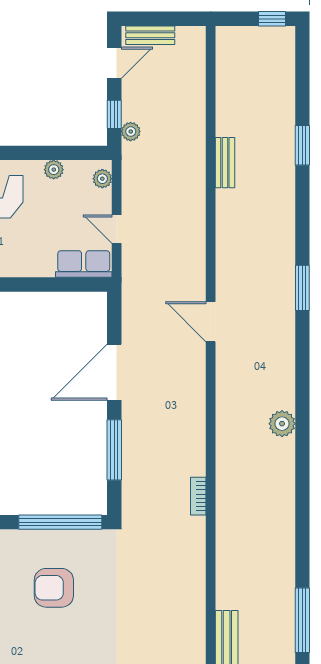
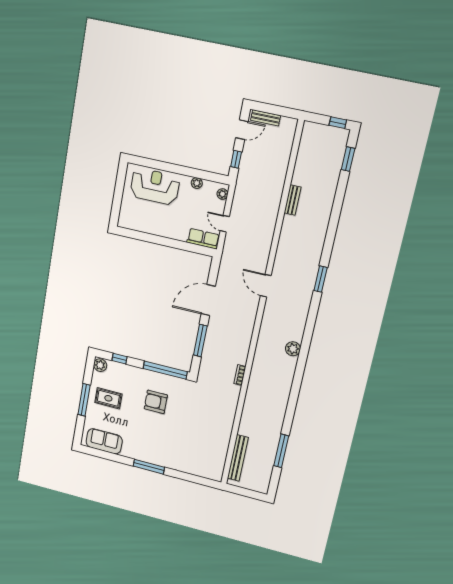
plant: (131, 132) -> (243, 171), removed
window: (302, 145) -> (348, 159), moved

